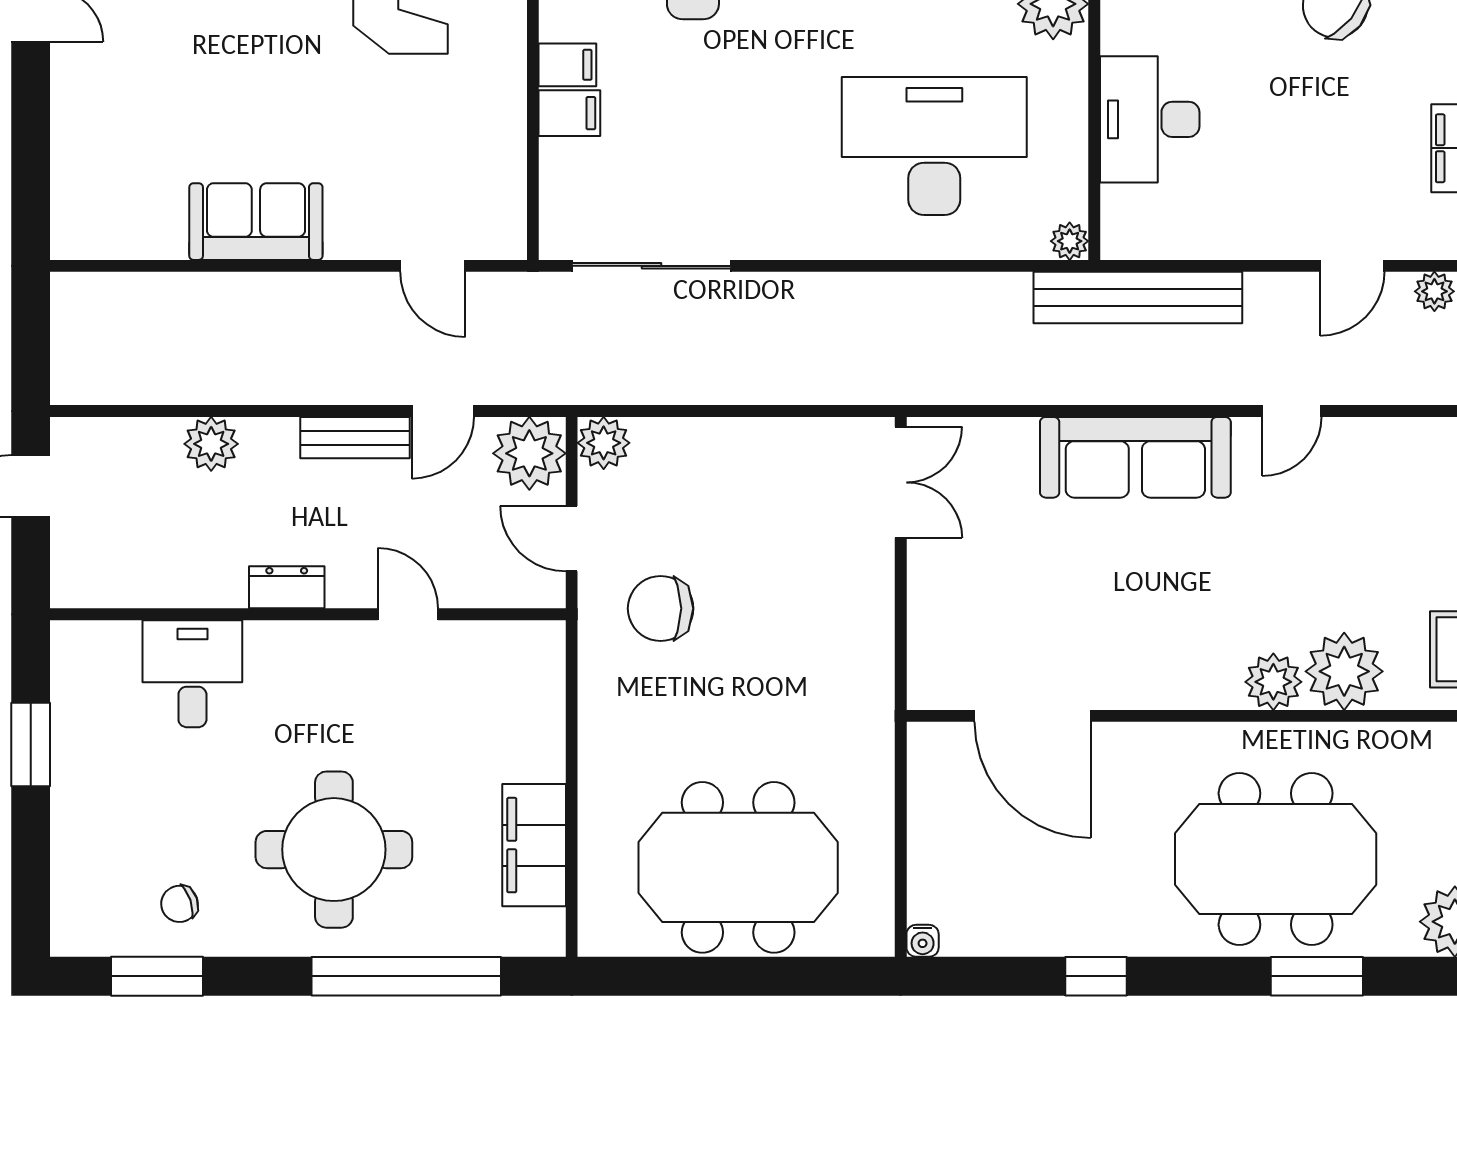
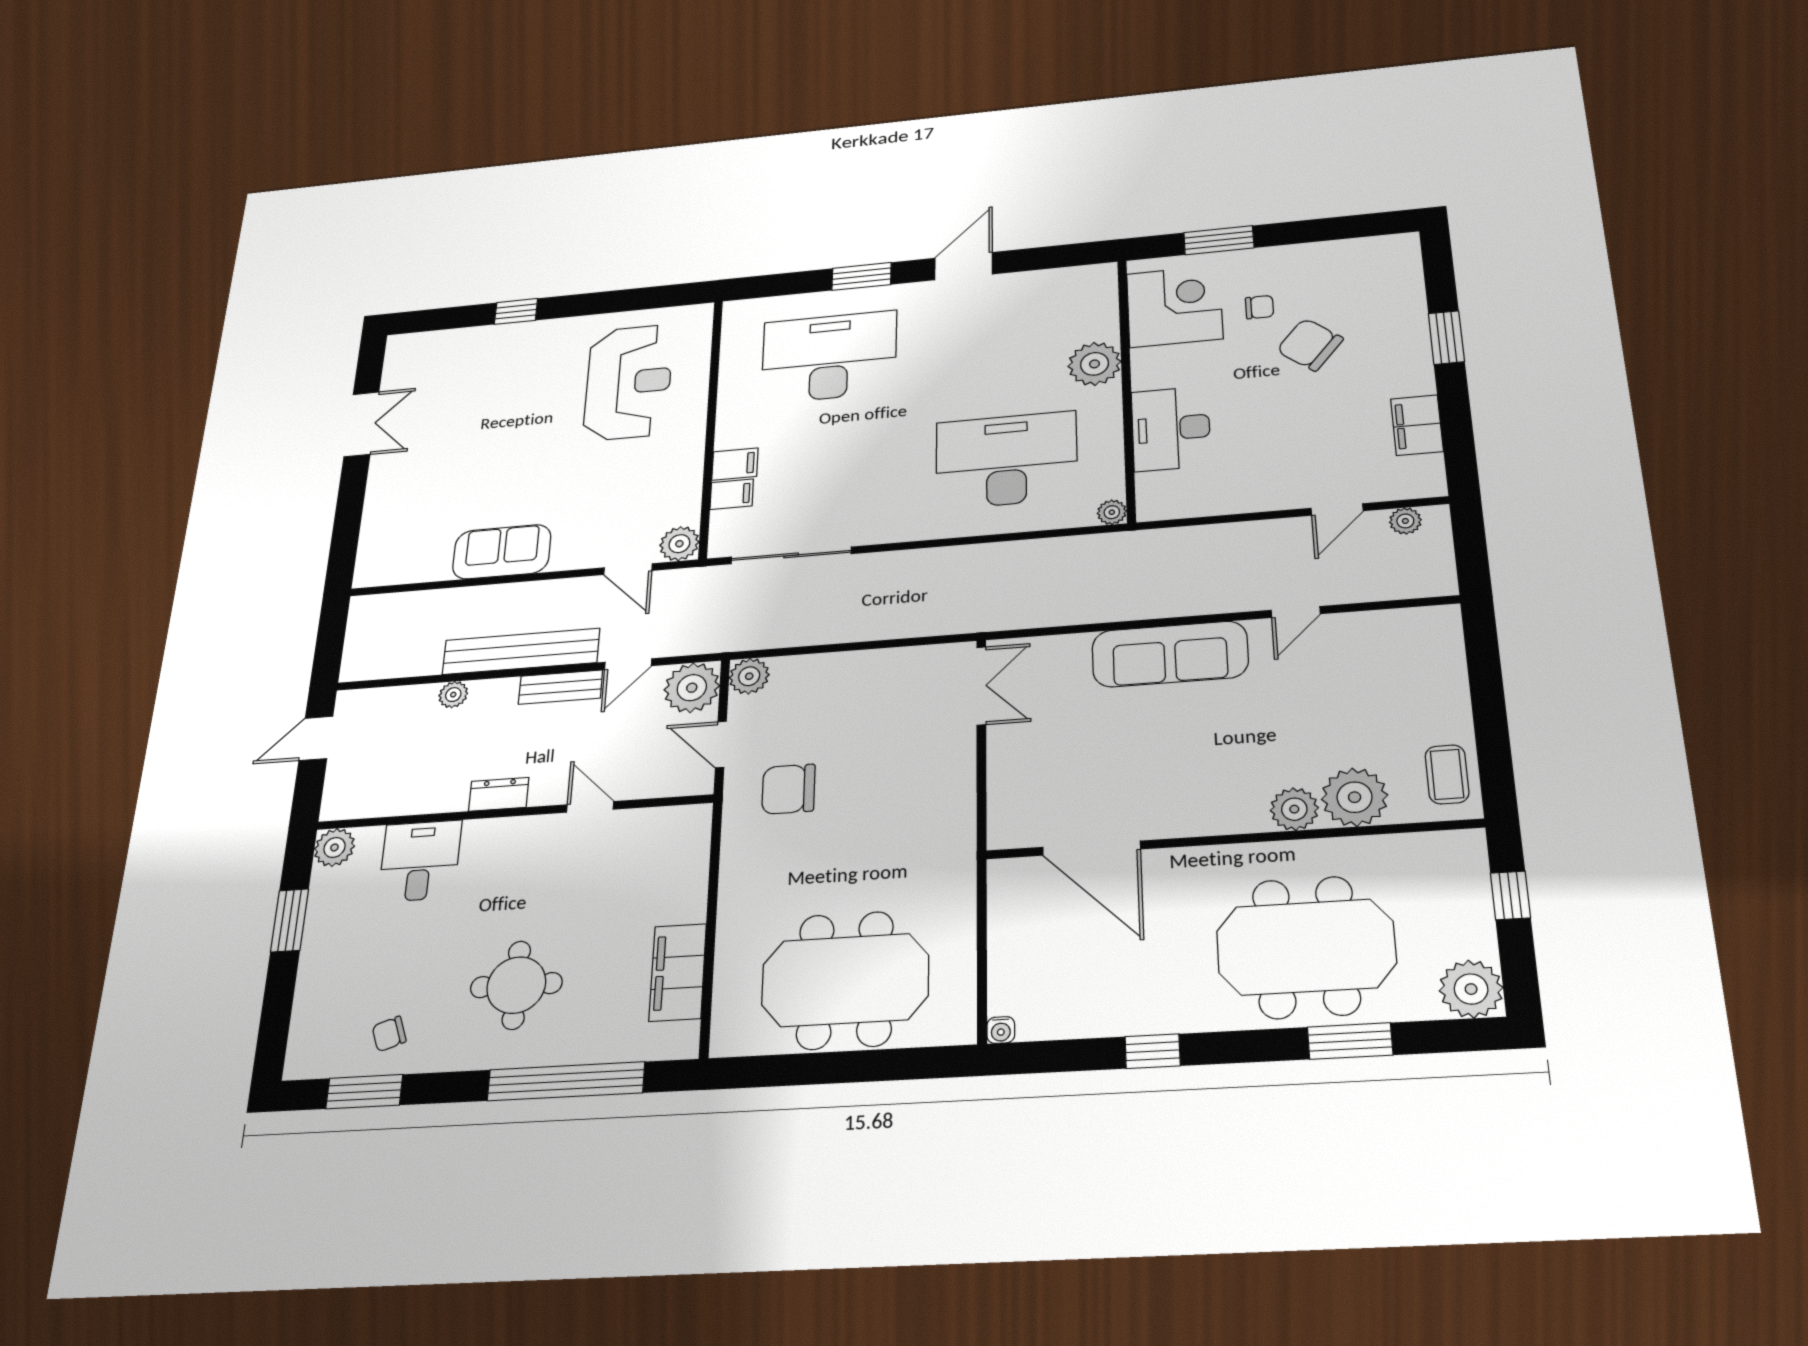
filing cabinet: (567, 65) -> (732, 494), moved
plant: (500, 233) -> (679, 544), added
bench: (1138, 298) -> (521, 651), moved
plant: (211, 444) -> (453, 695), width x0.73, depth x0.73
plant: (77, 647) -> (334, 847), added
round table: (334, 850) -> (516, 985), width x0.73, depth x0.73

